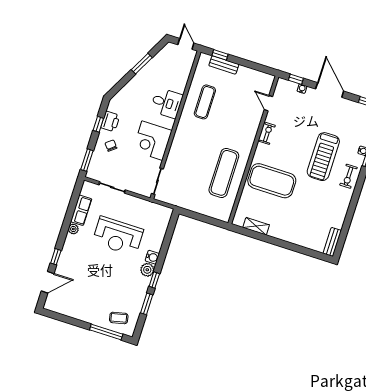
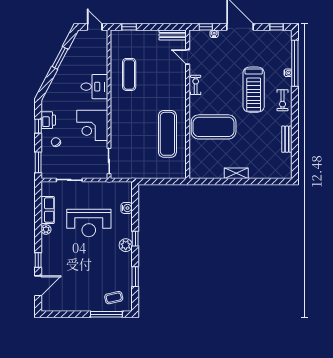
bench: (224, 65) -> (173, 35), moved
shelving: (256, 226) -> (236, 173), moved
bench: (332, 242) -> (287, 139), moved
water cooler: (152, 257) -> (127, 208), moved
window: (154, 280) -> (135, 239), moved

